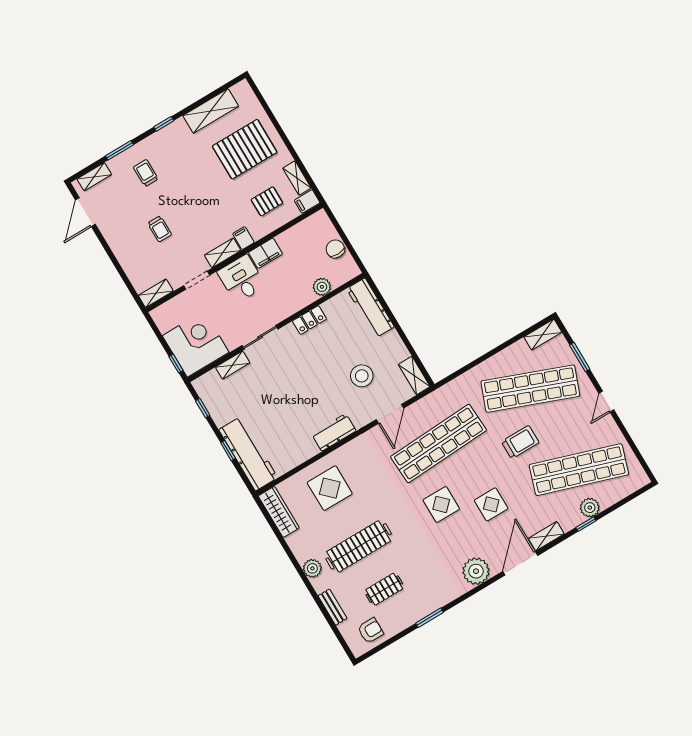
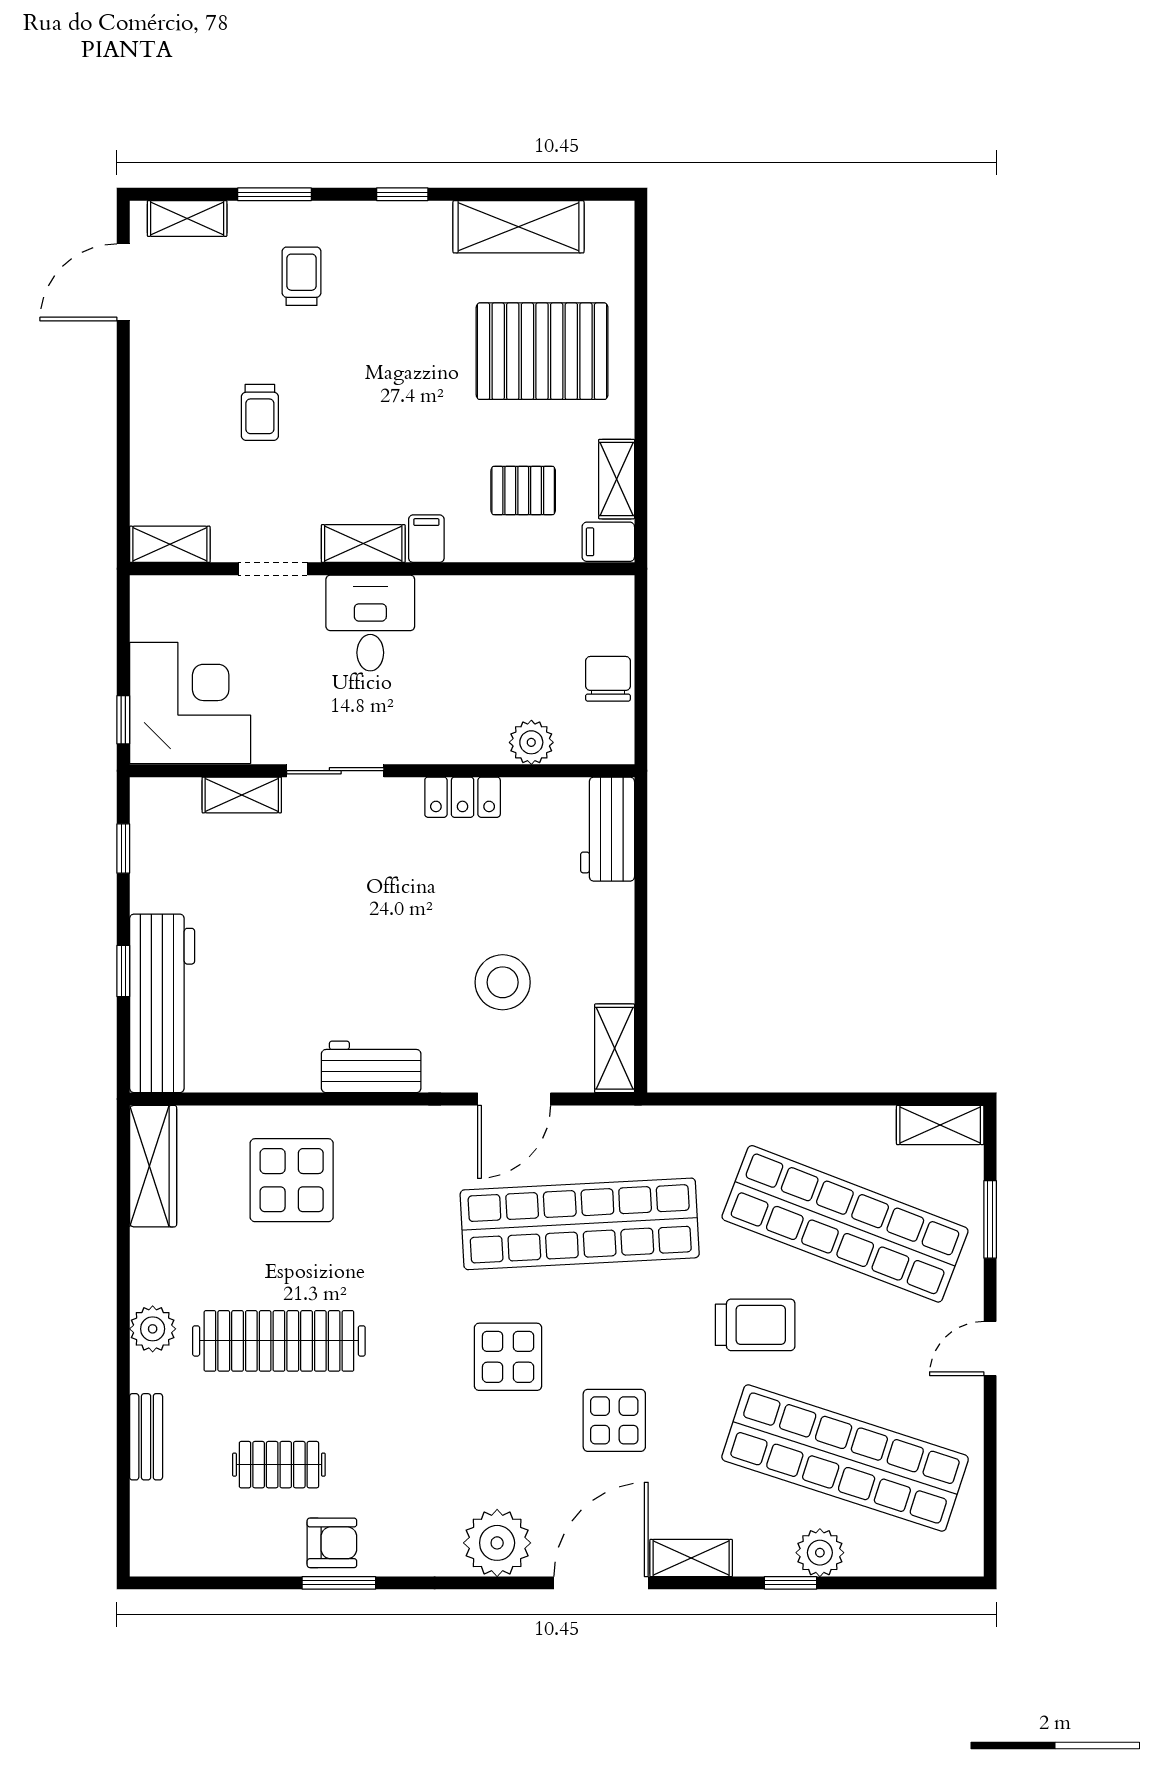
filing cabinet: (265, 253) -> (454, 599), removed
workbench: (370, 308) -> (608, 829), width x0.73
armchair: (371, 631) -> (332, 1543), moved

